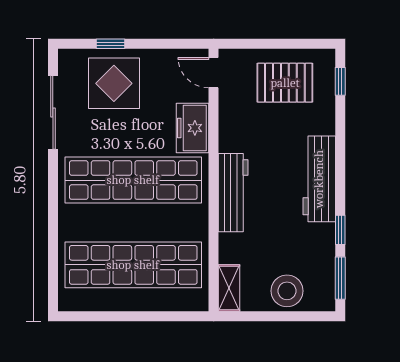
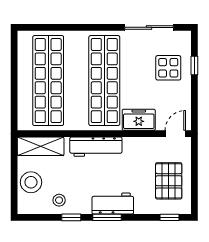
display table: (114, 83) -> (168, 68), width x0.73, depth x0.73
workbench: (319, 179) -> (113, 204), width x0.73
stool: (314, 248) -> (59, 200), added
window: (340, 278) -> (107, 217), moved
shelving: (229, 288) -> (41, 146), width x1.50, depth x1.33

